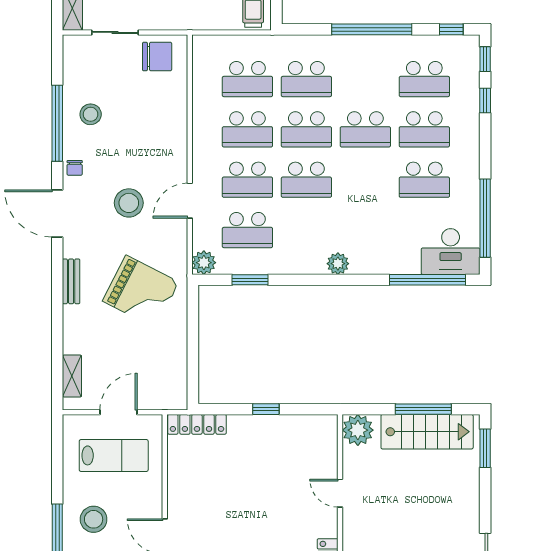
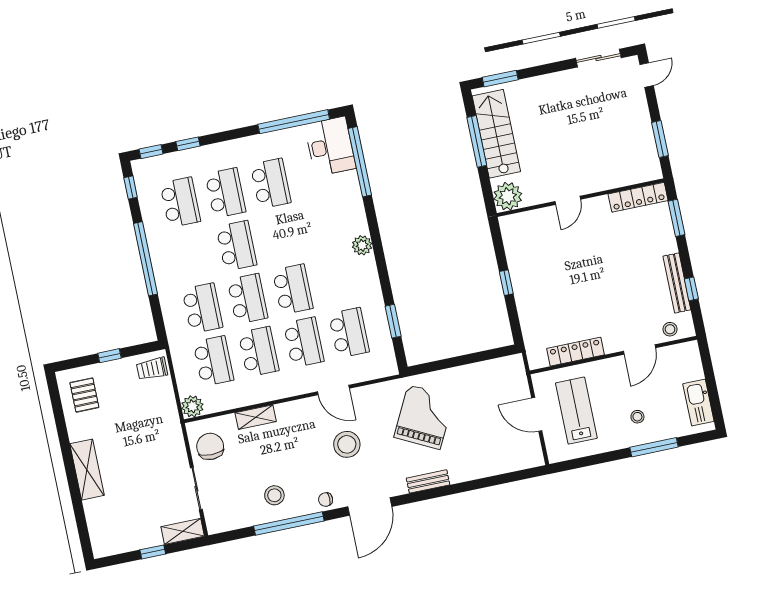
chair: (75, 168) -> (326, 500), turned 180
plant: (204, 263) -> (192, 406), moved
shelving: (72, 376) -> (256, 417), moved
locker: (197, 424) -> (576, 352), moved, turned -90
stool: (94, 519) -> (637, 417), width x0.53, depth x0.53

